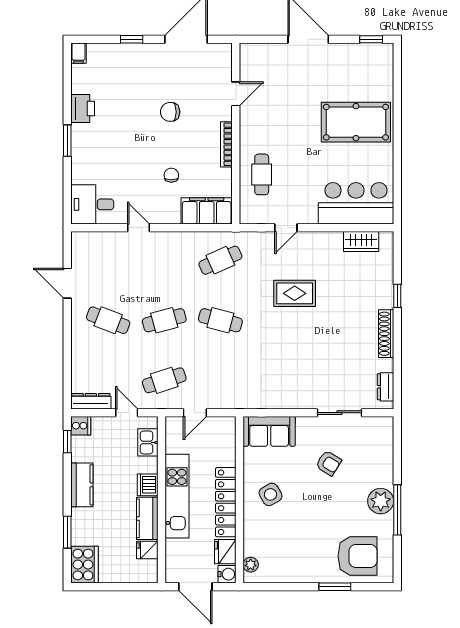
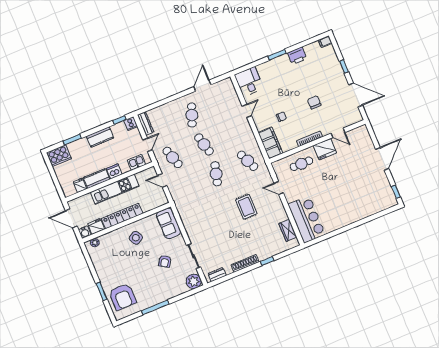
pool table: (356, 122) -> (349, 202), removed
fridge: (254, 126) -> (325, 149), added
plant: (381, 501) -> (194, 281), moved
door: (195, 587) -> (71, 218), hinge flipped

